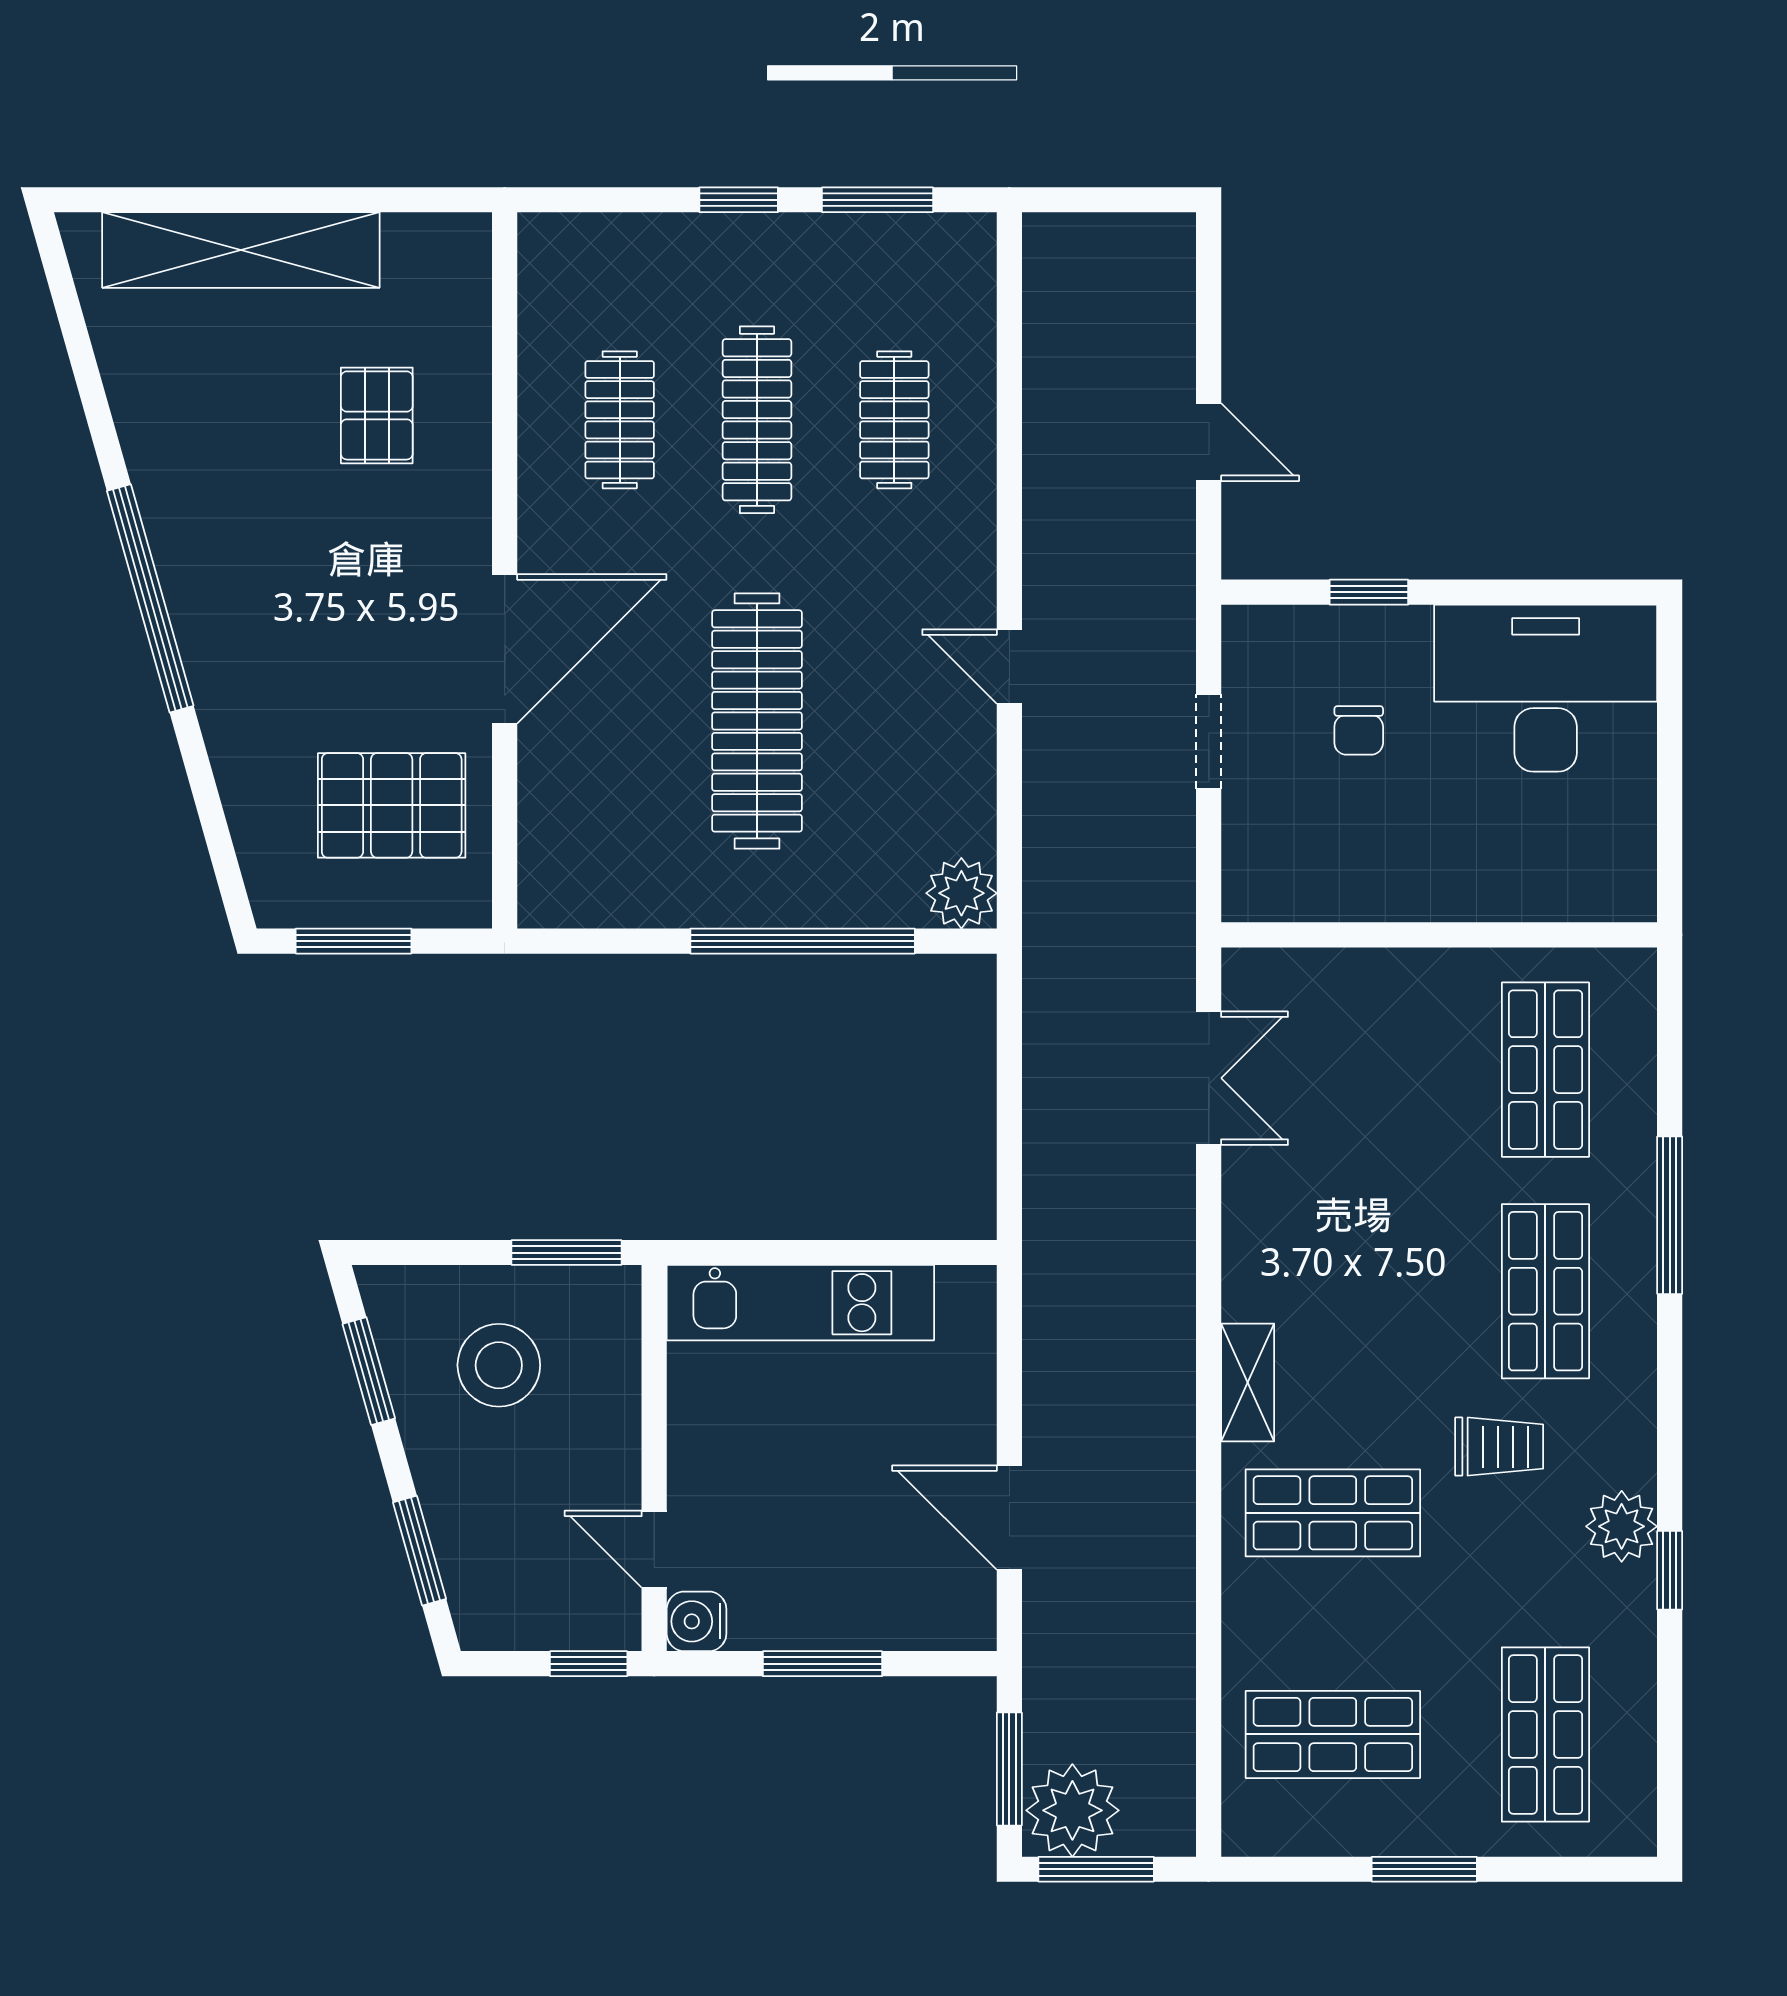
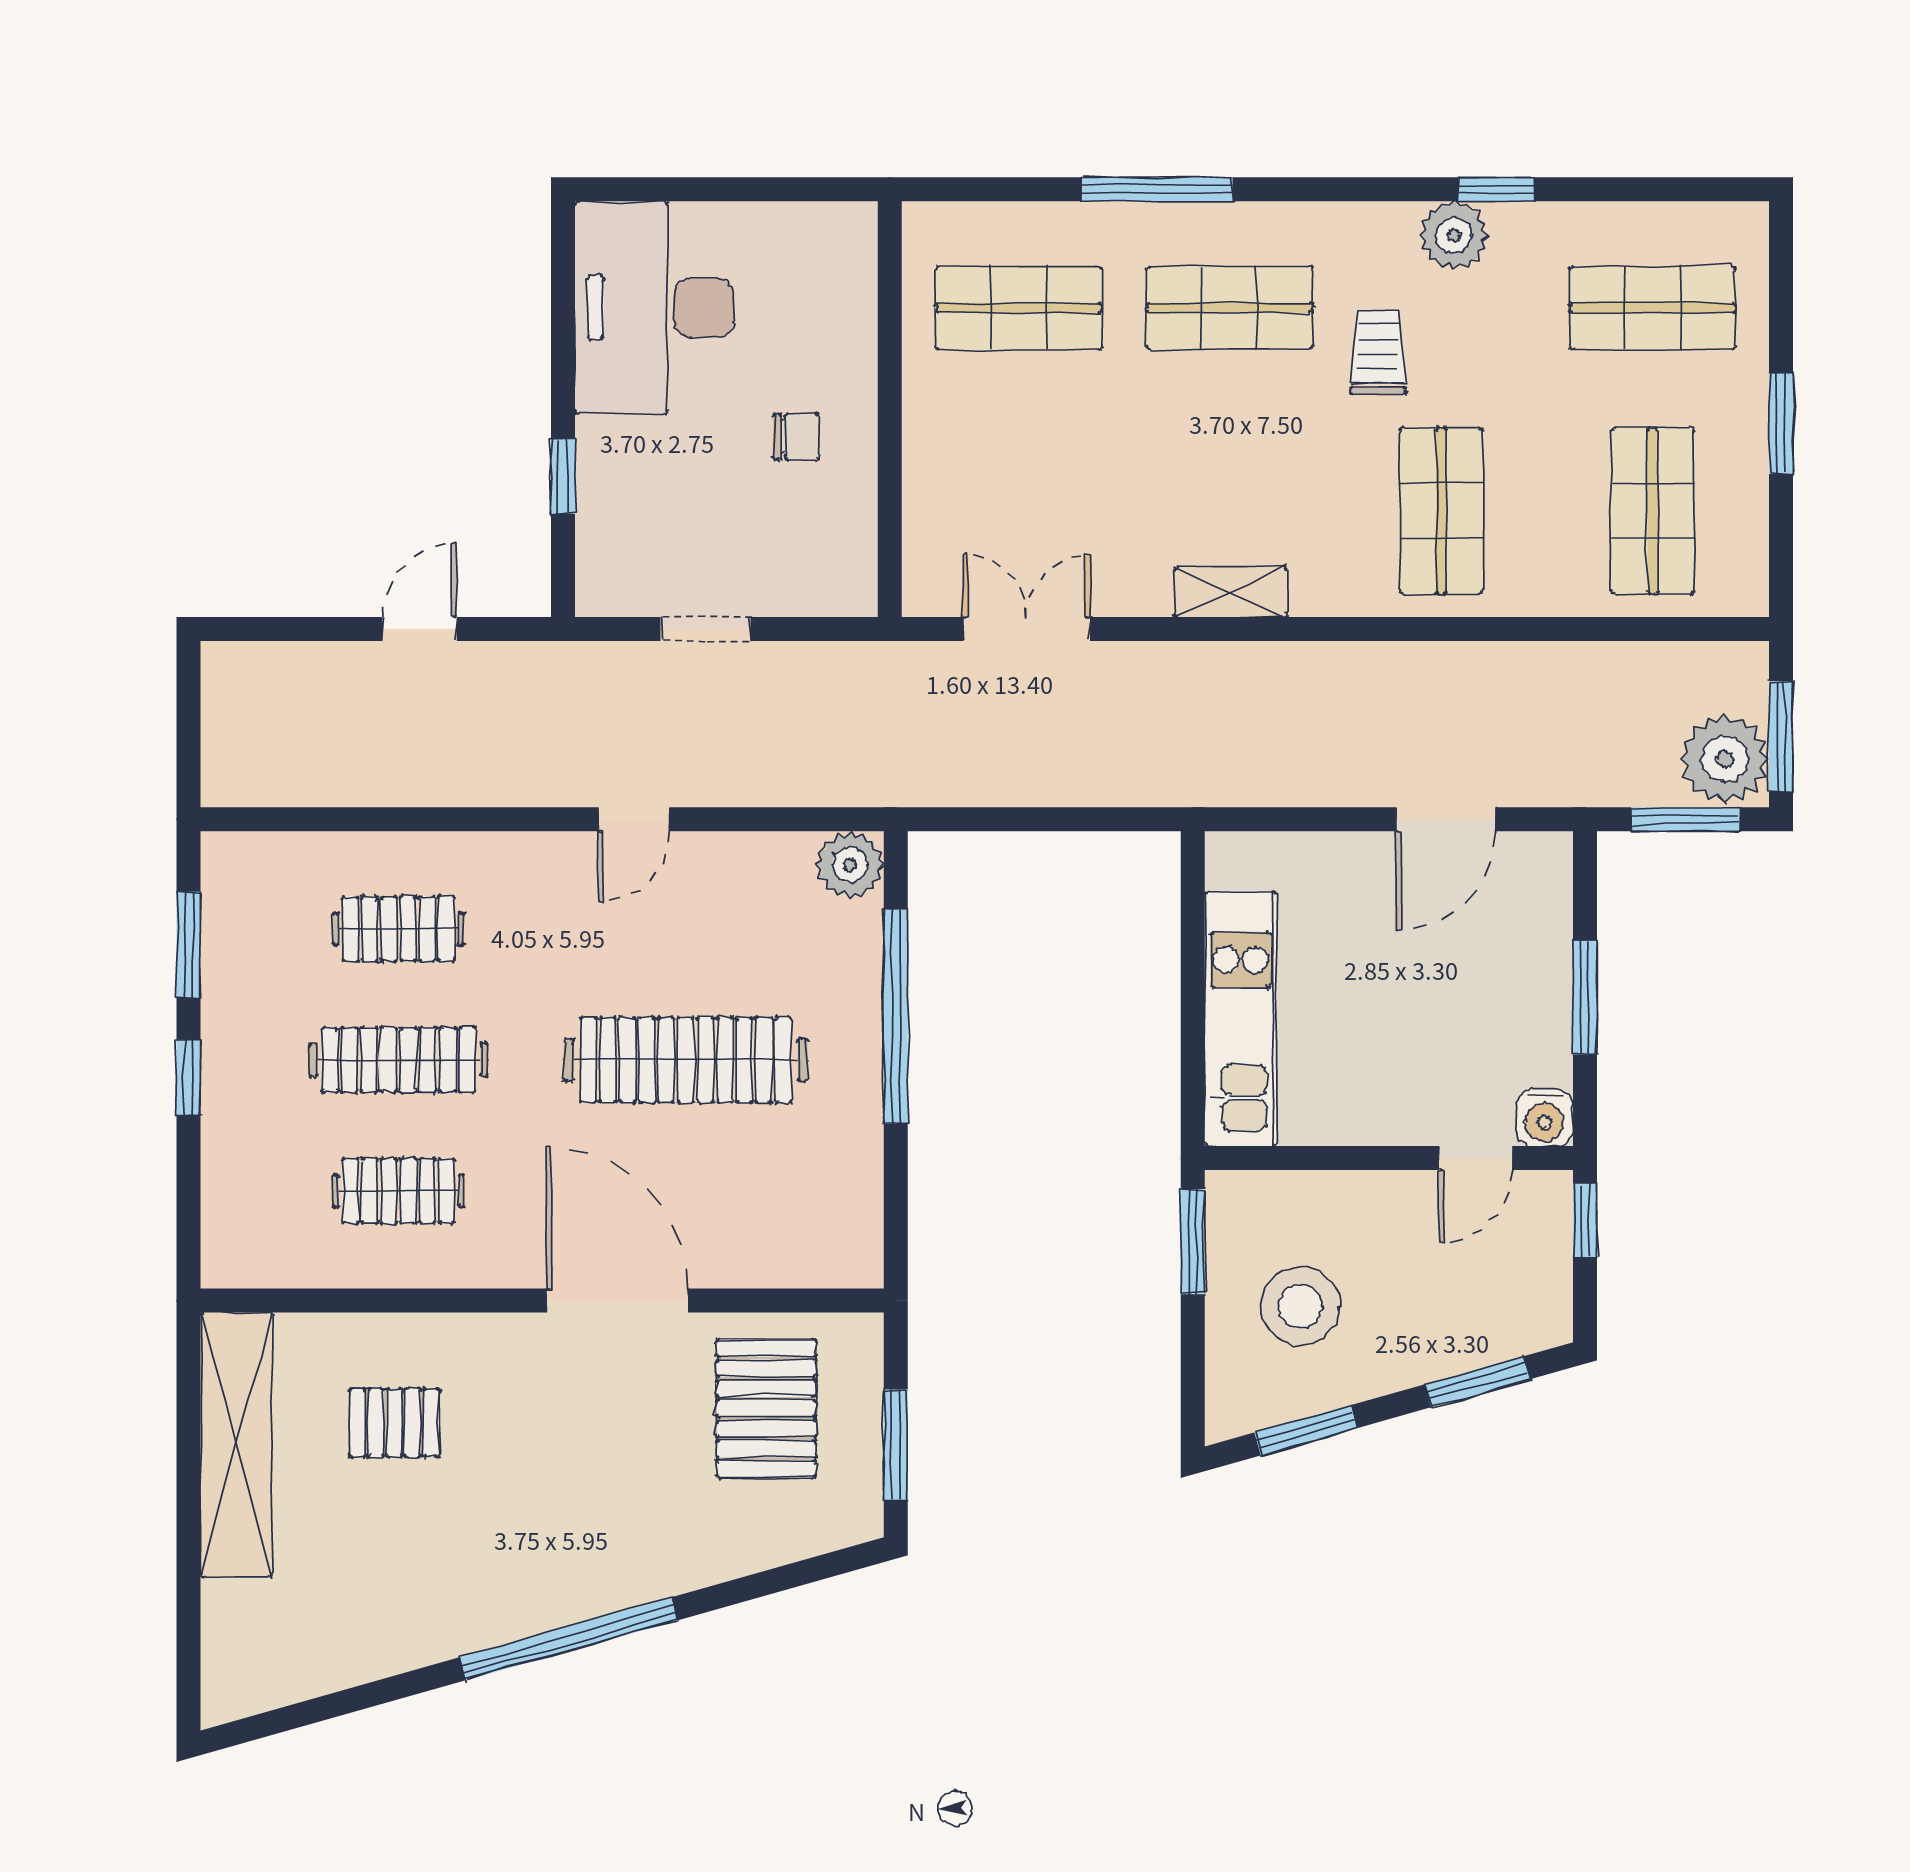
shelving: (241, 250) -> (237, 1445), moved
chair: (1359, 730) -> (796, 436), moved
shelving: (1248, 1383) -> (1230, 592), moved

